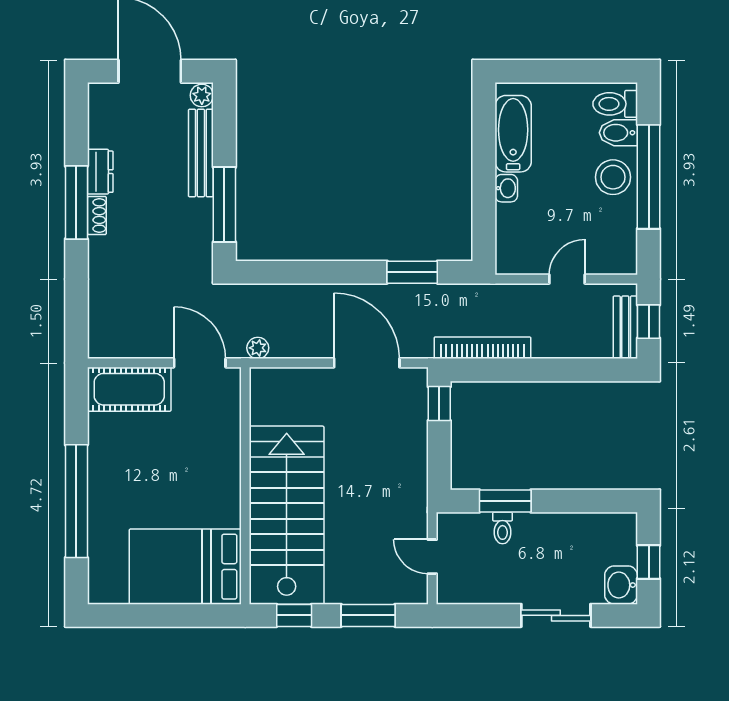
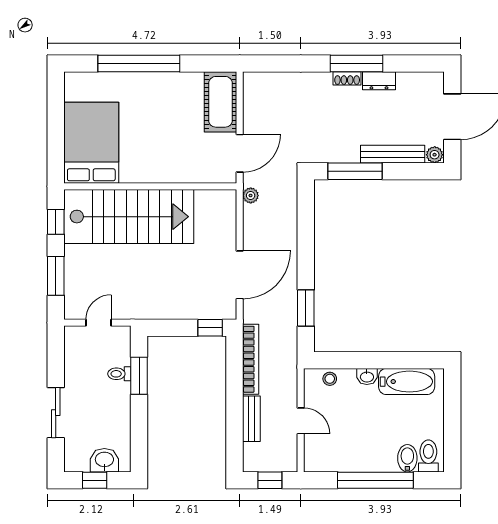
stool: (613, 177) -> (330, 379), moved, width x0.53, depth x0.53
bench: (625, 327) -> (251, 419), moved, turned 90
washbasin: (621, 585) -> (104, 460), moved

